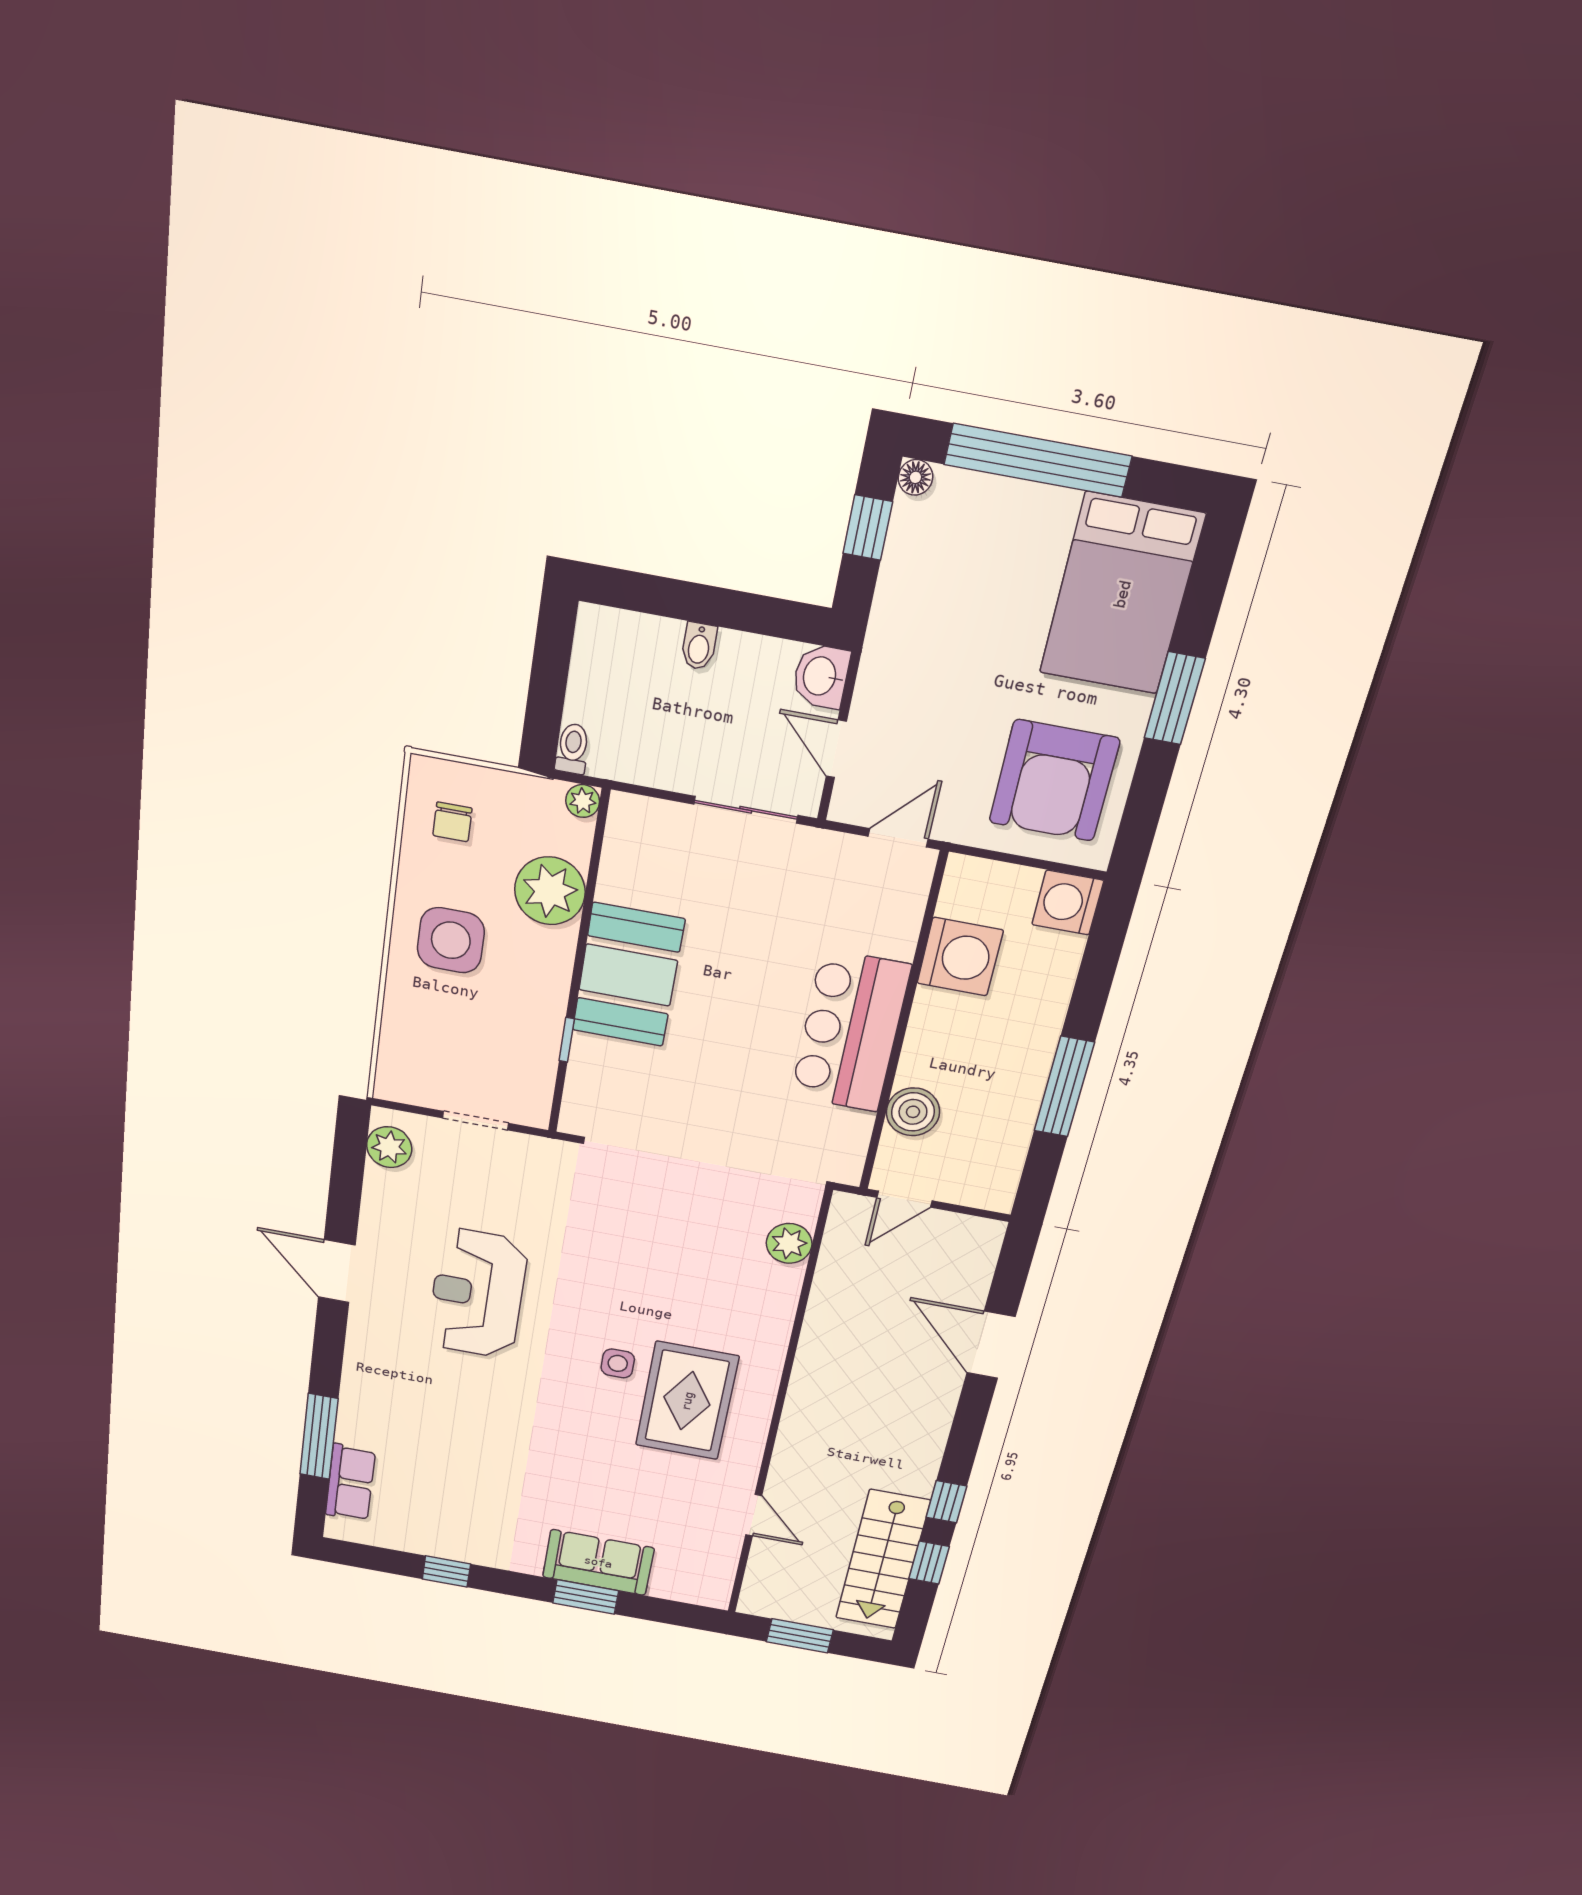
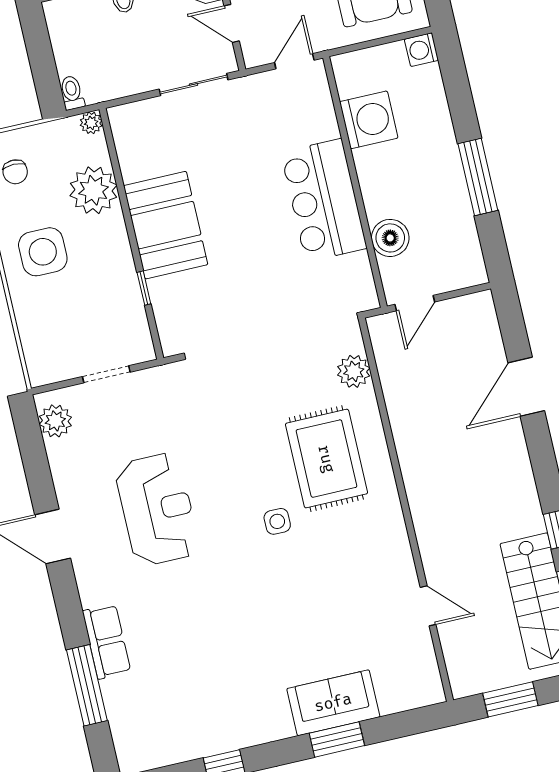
washing machine: (1068, 903) -> (421, 50), width x0.73, depth x0.73
reception desk: (477, 1294) -> (157, 509), turned 180
door: (991, 1345) -> (526, 387), hinge flipped
rug: (687, 1401) -> (326, 459), moved
row of seats: (350, 1483) -> (107, 641), moved

